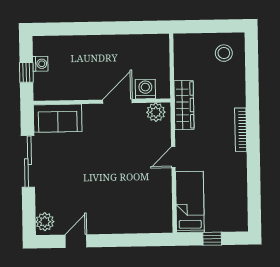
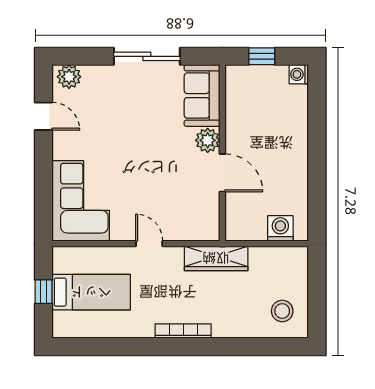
washing machine: (40, 64) -> (299, 74), moved, turned 90
washing machine: (145, 89) -> (280, 228), moved, turned -90
plant: (156, 112) -> (208, 140), moved
bed: (190, 202) -> (91, 292), moved
corner sofa: (141, 211) -> (81, 201), added

